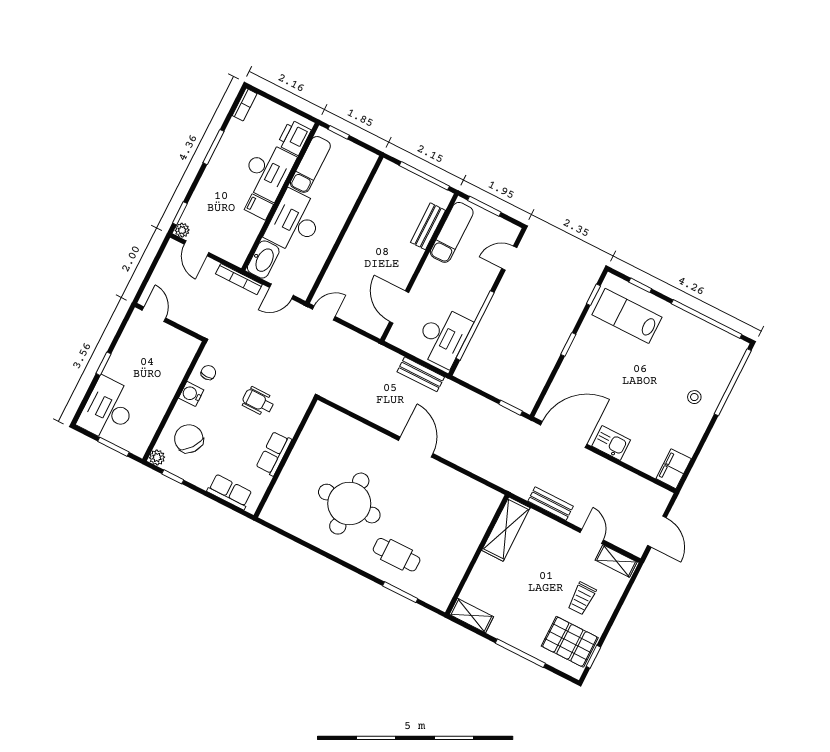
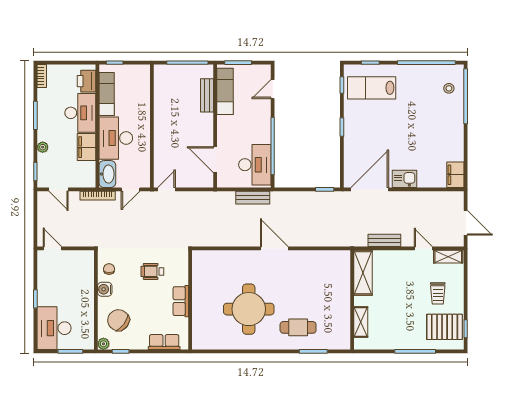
filing cabinet: (259, 207) -> (86, 147), width x2.00
plant: (182, 230) -> (43, 147), moved
stool: (694, 397) -> (449, 88), moved
shelving: (471, 615) -> (361, 322), moved, turned 90

